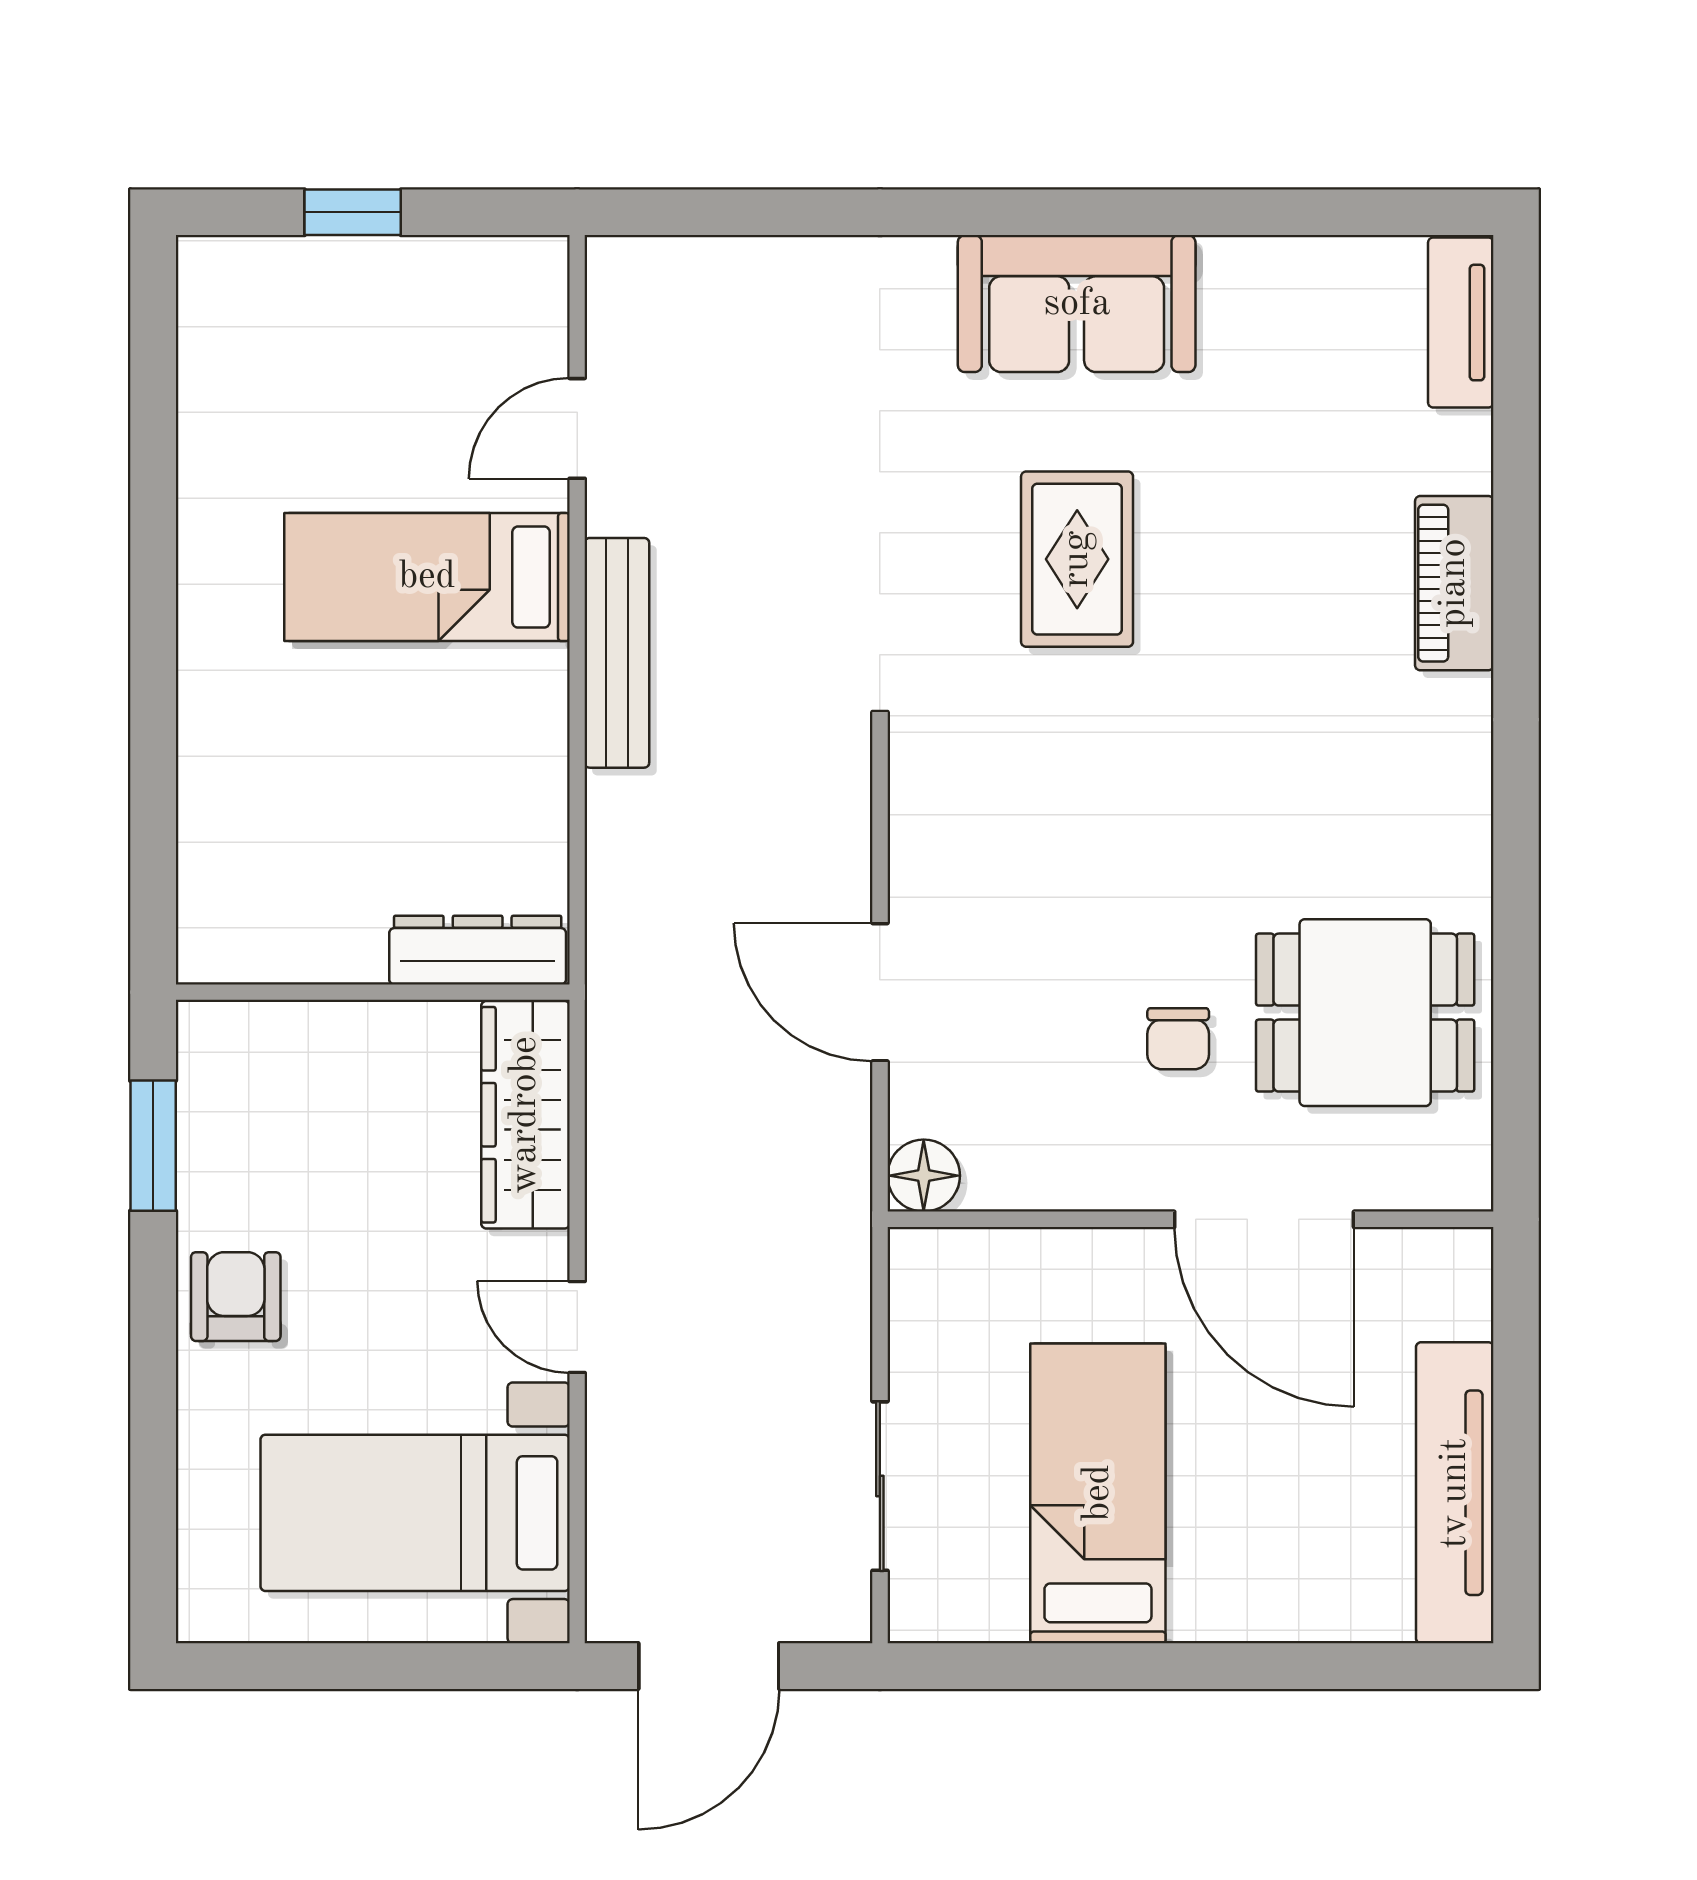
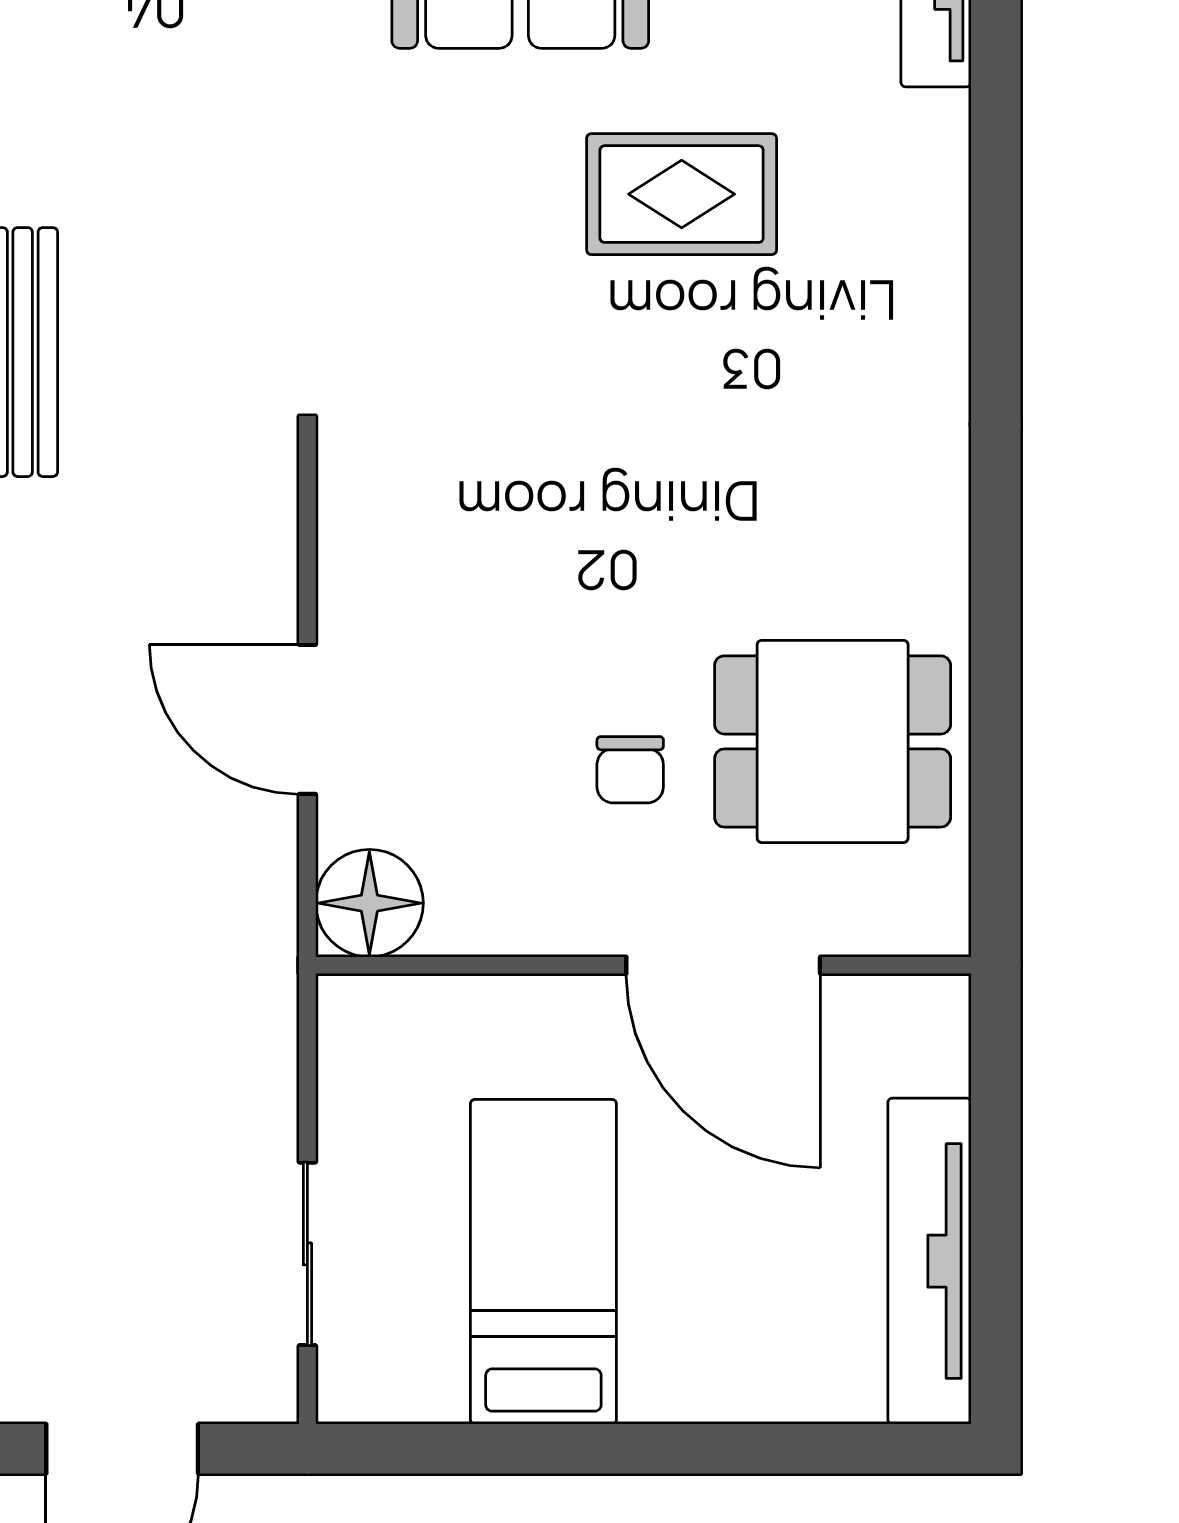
rug: (1077, 559) -> (682, 194), moved, turned 90
piano: (1454, 583) -> (929, 277), removed
floor lamp: (924, 1176) -> (369, 903), width x1.38, depth x1.38

